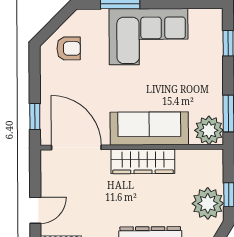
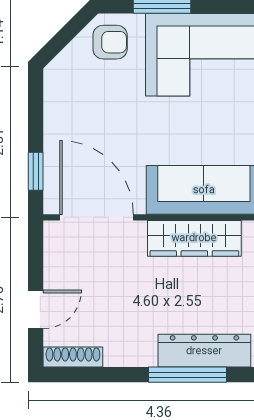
armchair: (69, 48) -> (110, 42), moved

